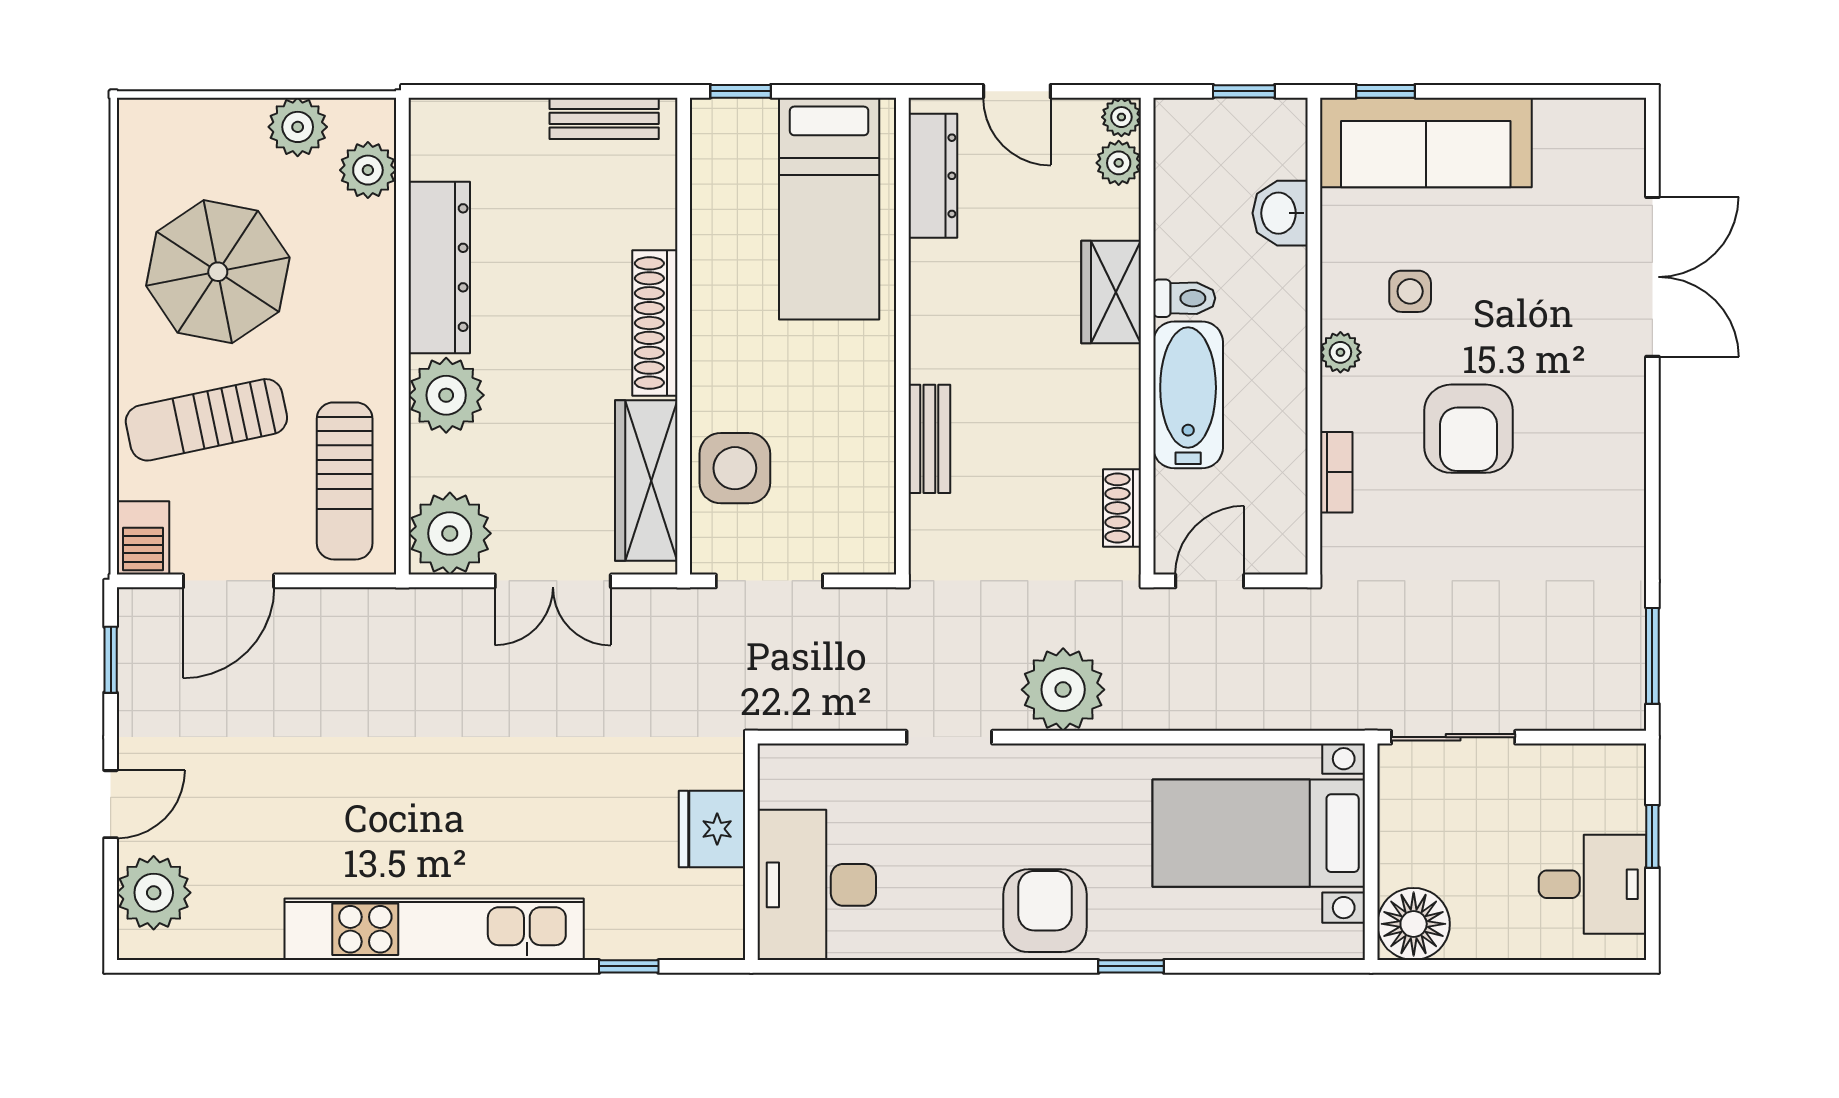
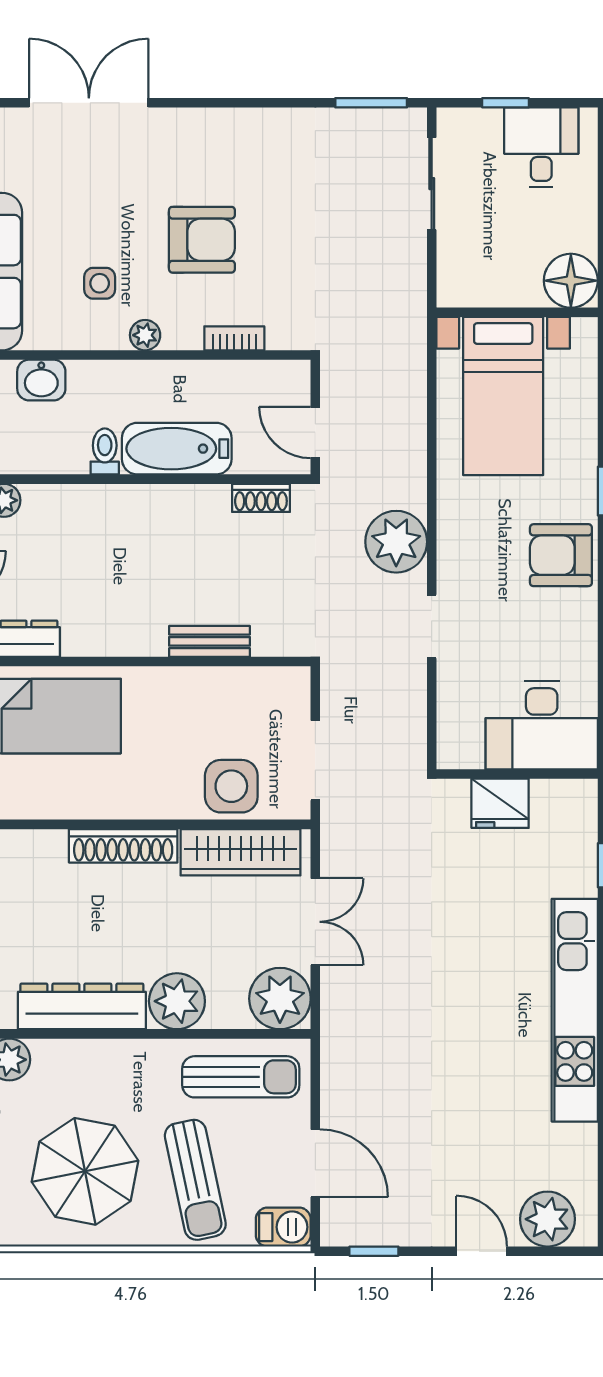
wardrobe: (1111, 292) -> (100, 506), removed
sliding door: (1453, 737) -> (432, 184), moved

